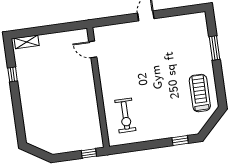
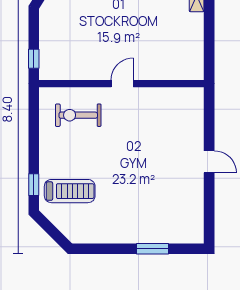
door: (93, 49) -> (122, 84), moved
treadmill: (200, 93) -> (70, 191), moved

